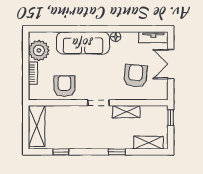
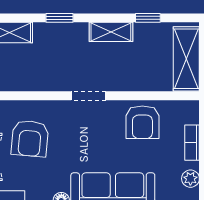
plant: (39, 50) -> (190, 179), width x0.53, depth x0.53
shelving: (126, 112) -> (111, 32), moved

